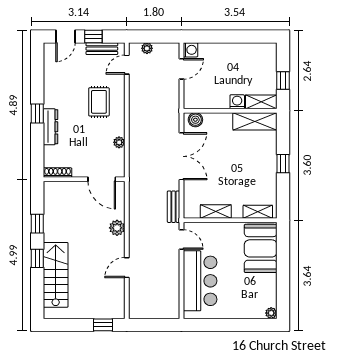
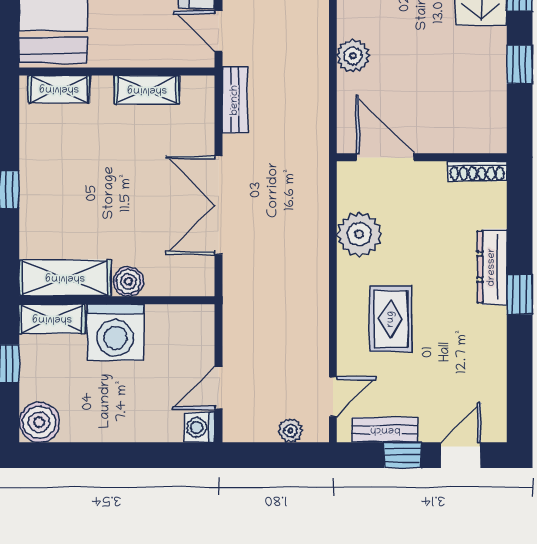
boiler: (267, 52) -> (39, 422), added
washing machine: (237, 102) -> (115, 332), width x1.89, depth x1.89
boiler: (195, 120) -> (128, 281), moved
plant: (119, 142) -> (359, 234), width x1.87, depth x1.87

